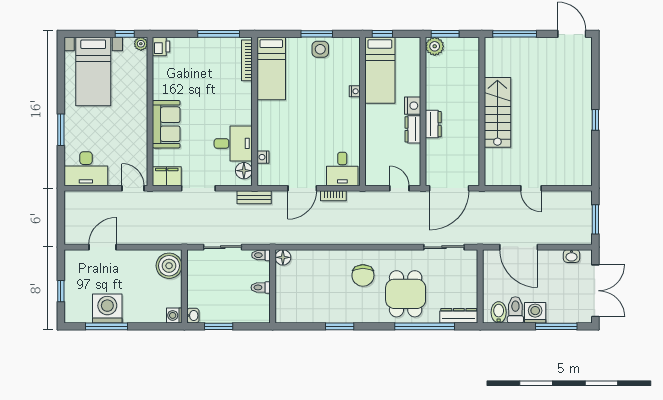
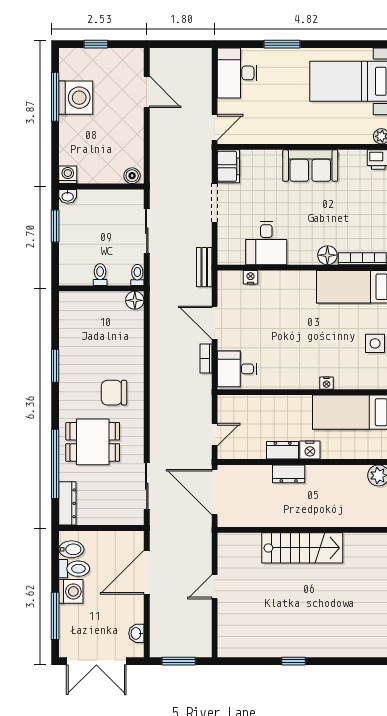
sofa: (166, 124) -> (310, 166), moved
floor lamp: (244, 171) -> (327, 255), moved
boiler: (169, 266) -> (132, 176), width x0.54, depth x0.54

